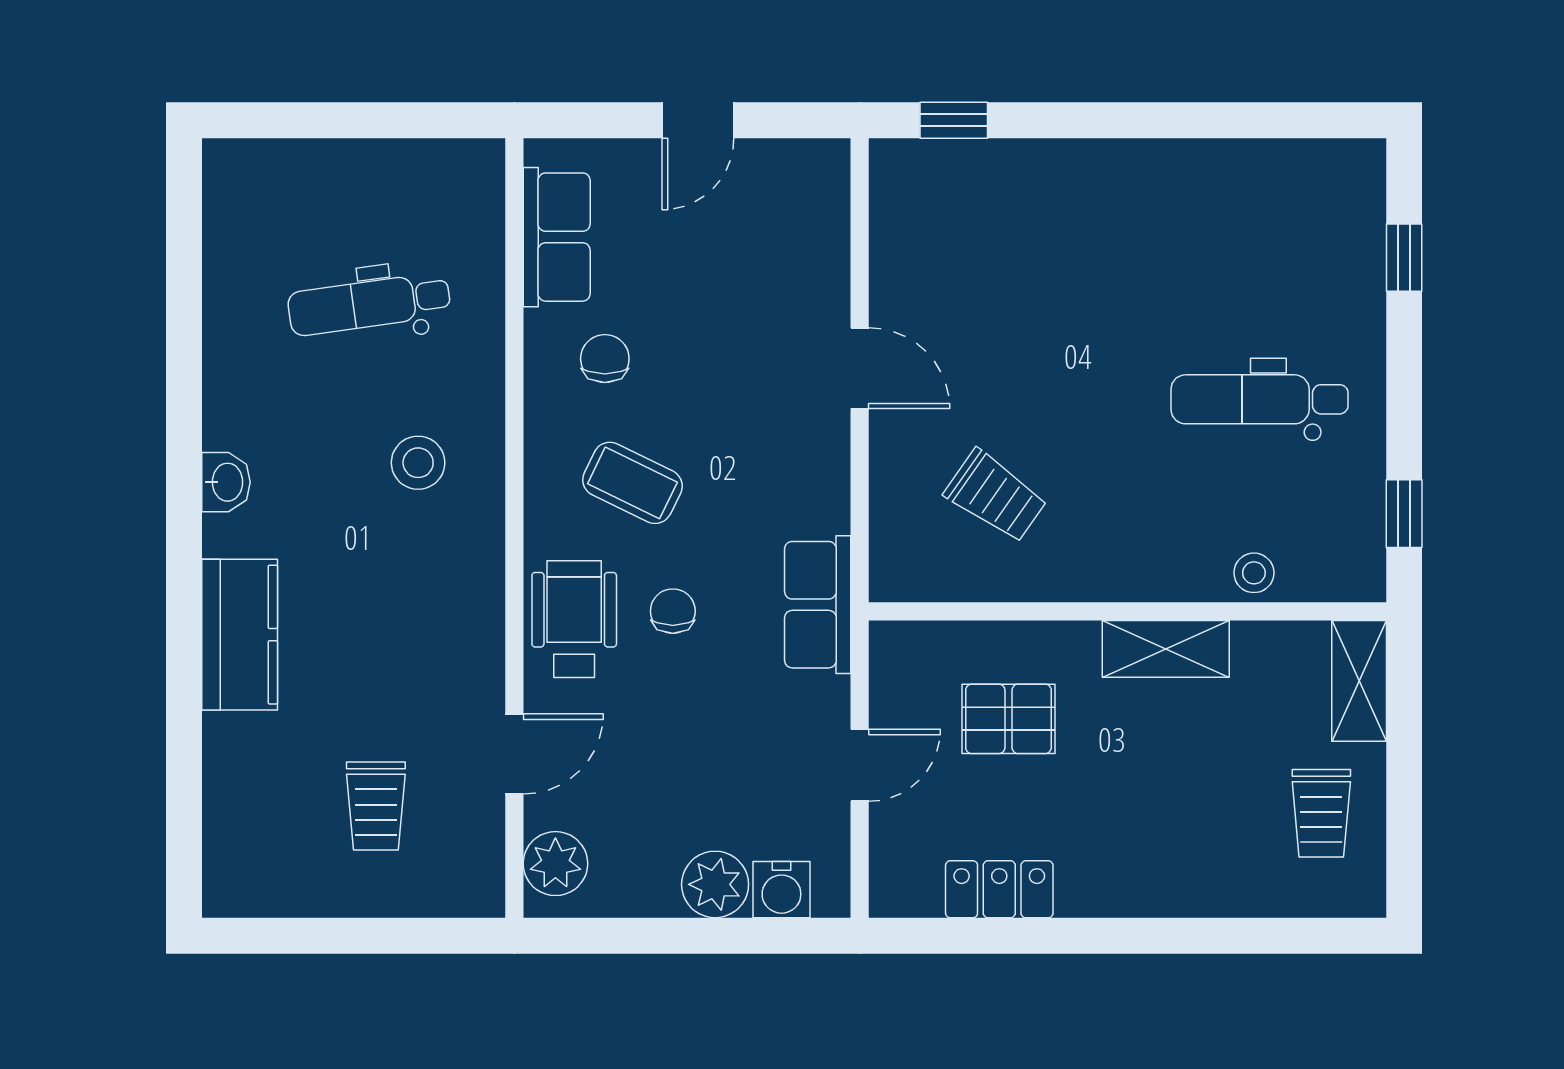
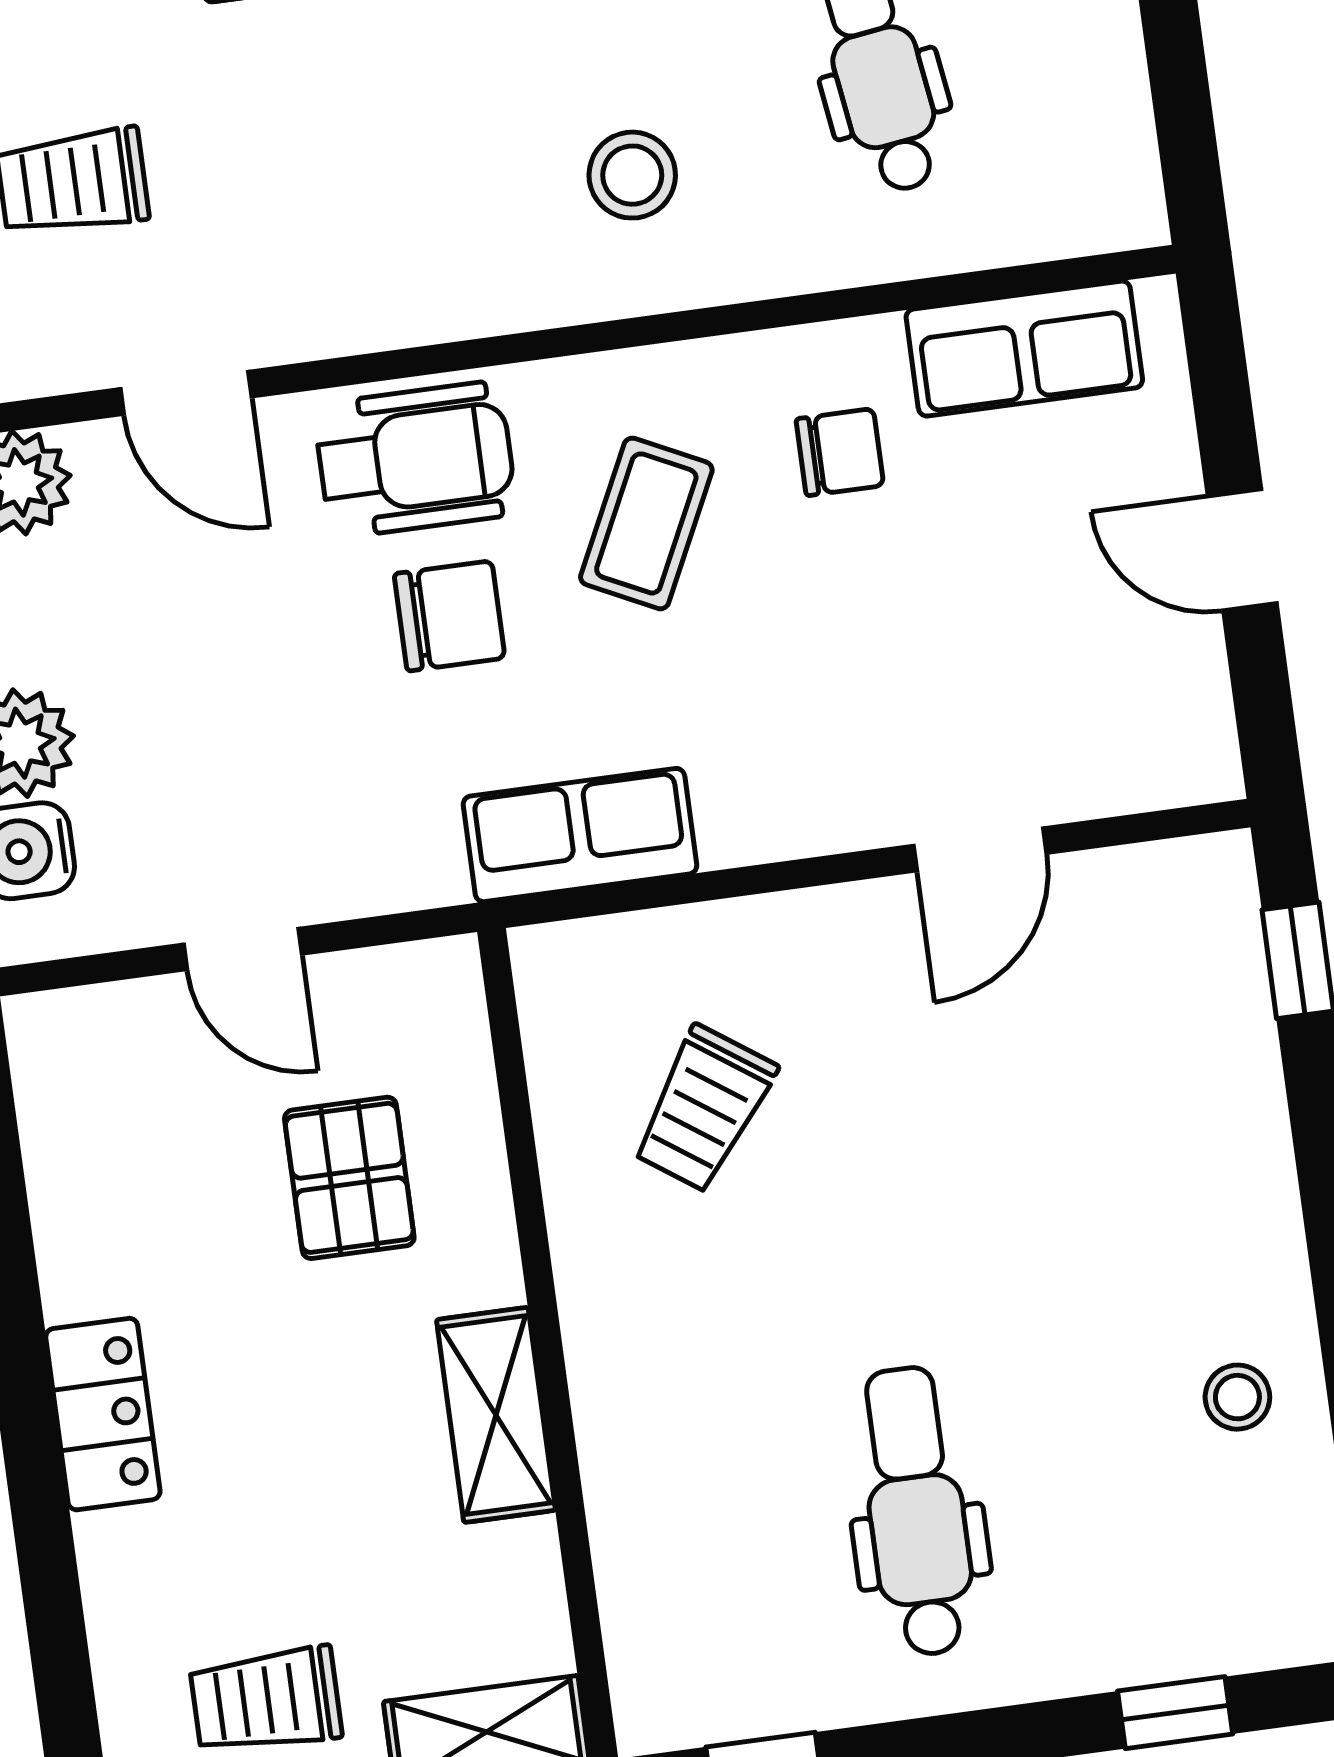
door: (860, 368) -> (980, 849), moved
stool: (1254, 573) -> (1237, 1397), moved
row of seats: (818, 605) -> (580, 835), moved
chair: (673, 611) -> (449, 616), width x1.37, depth x1.37
locker: (999, 889) -> (103, 1414), moved

